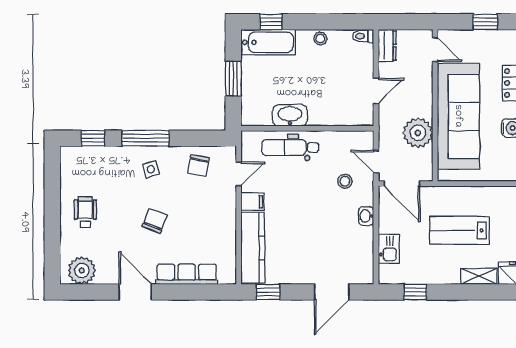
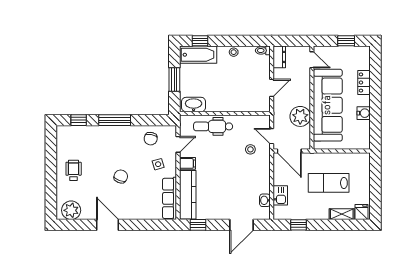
washbasin: (290, 115) -> (194, 105), moved
side table: (151, 169) -> (158, 164), moved
washbasin: (366, 216) -> (265, 200), moved
row of seats: (187, 274) -> (170, 198), moved, turned -90

